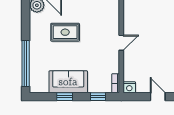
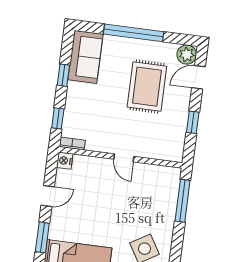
rug: (65, 32) -> (147, 87), width x1.36, depth x1.43
window: (26, 64) -> (134, 33), moved
sofa: (68, 82) -> (85, 57), moved

